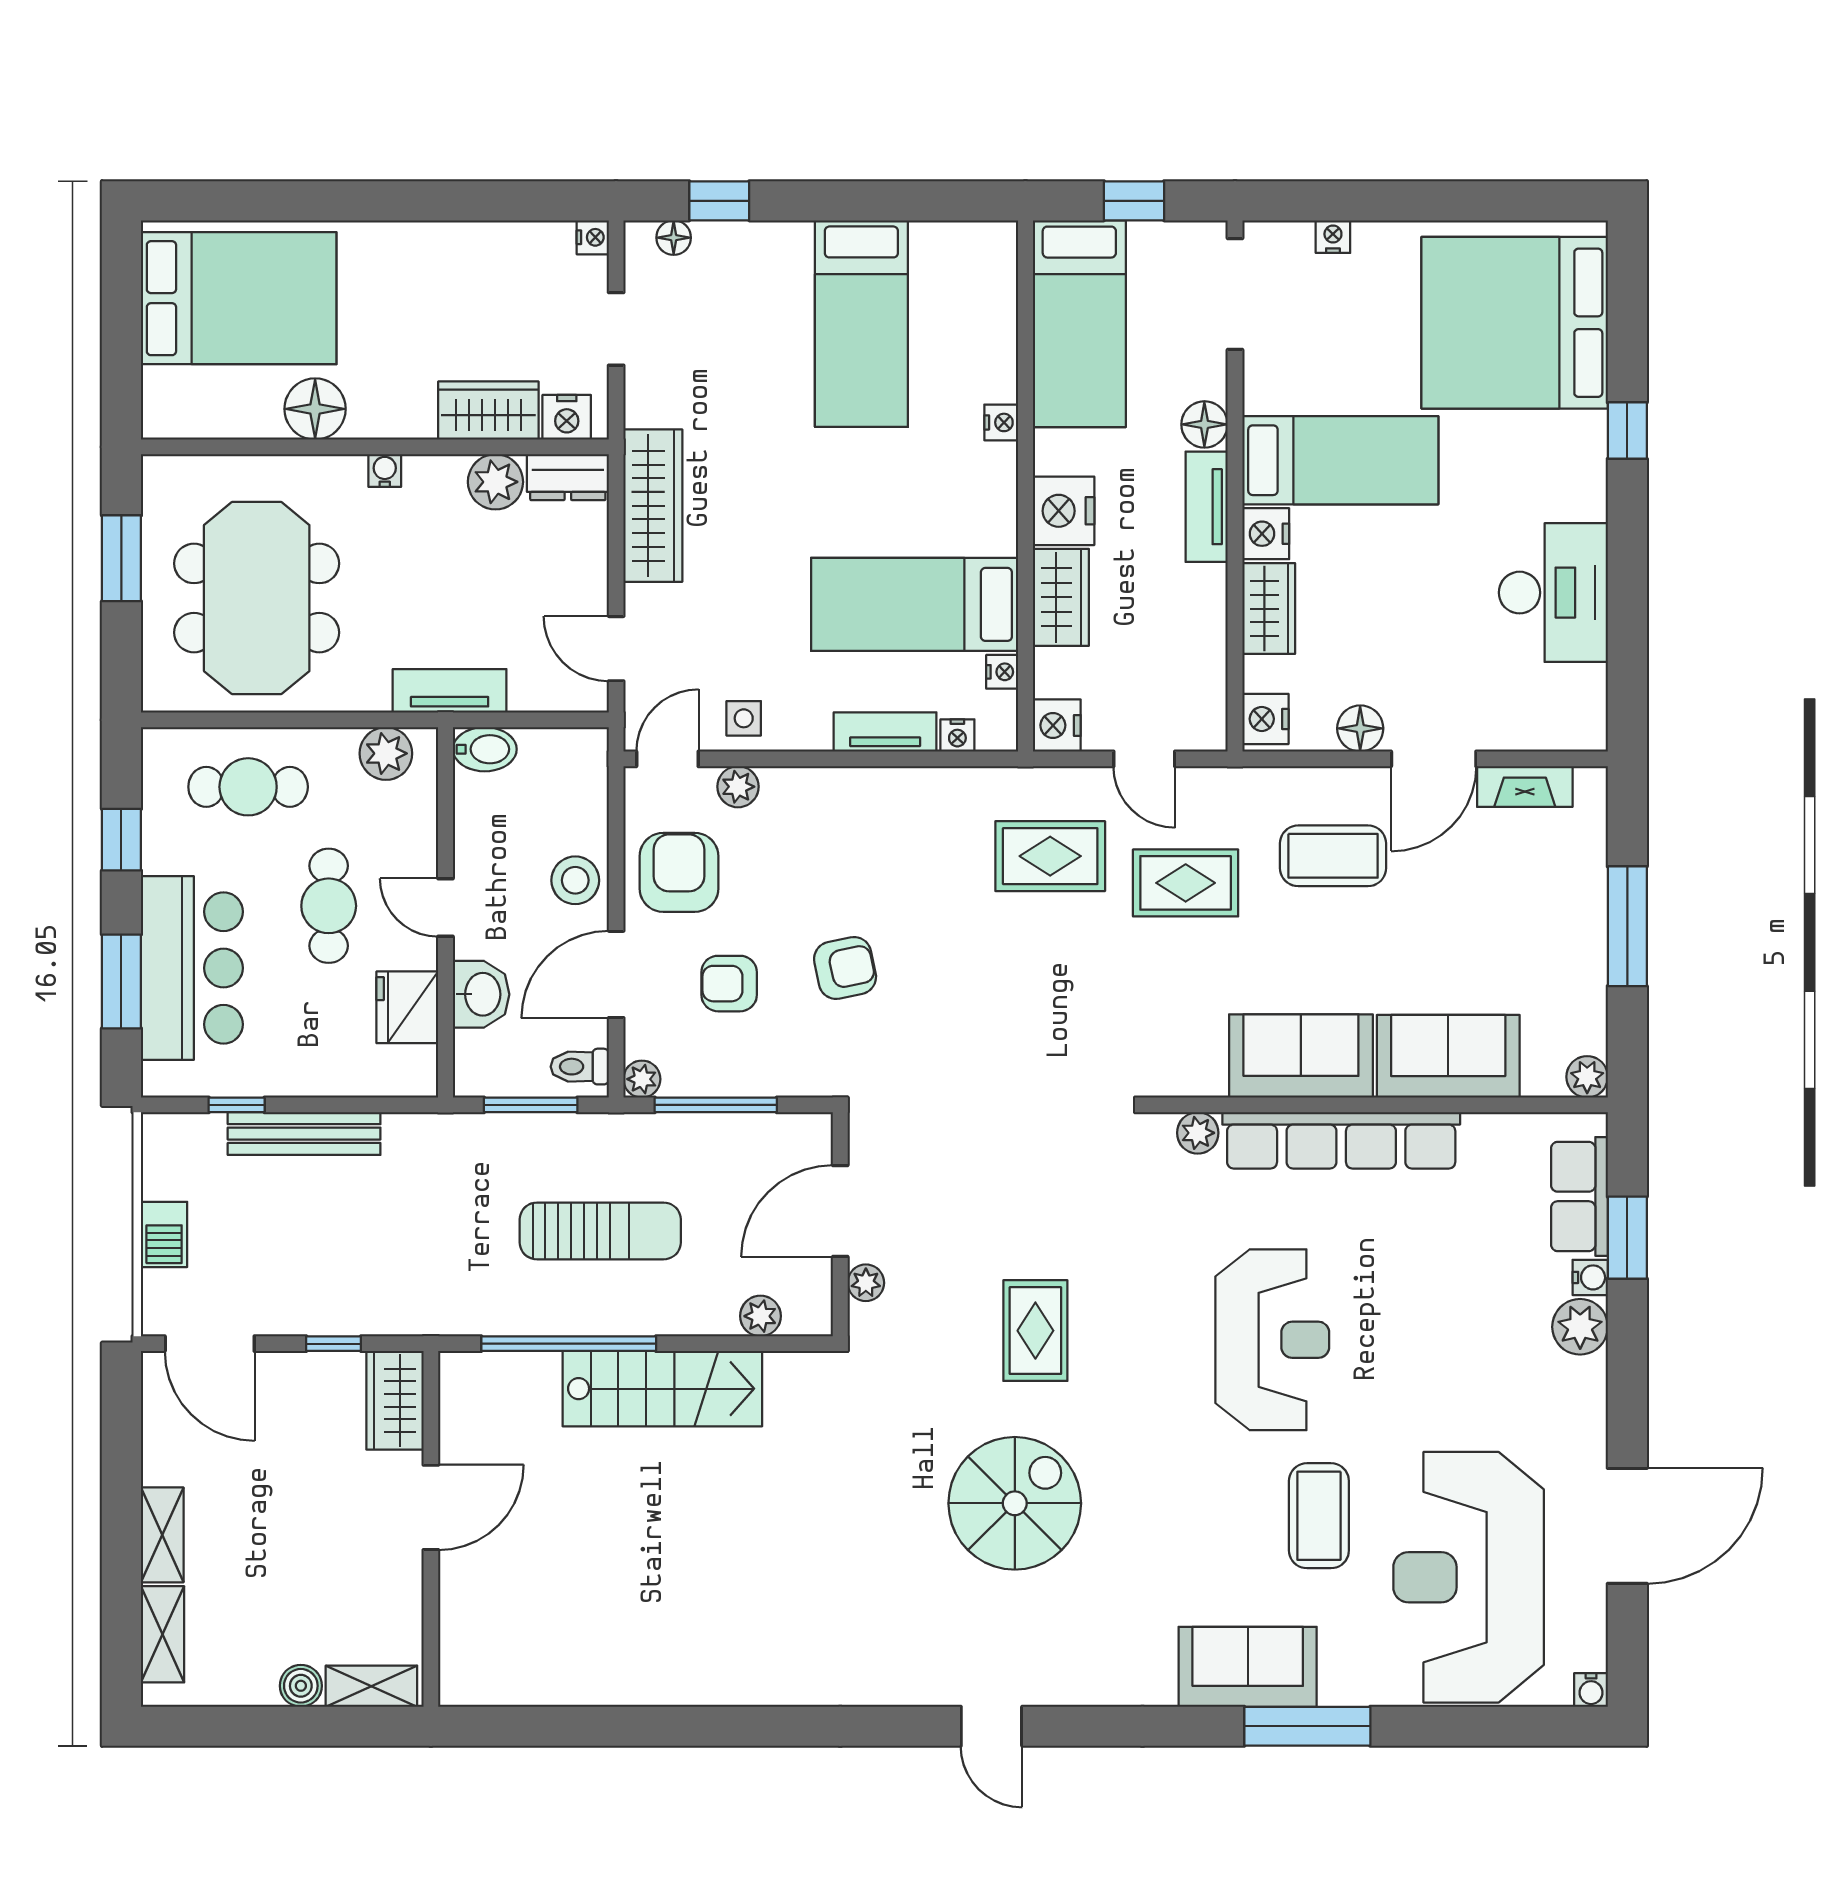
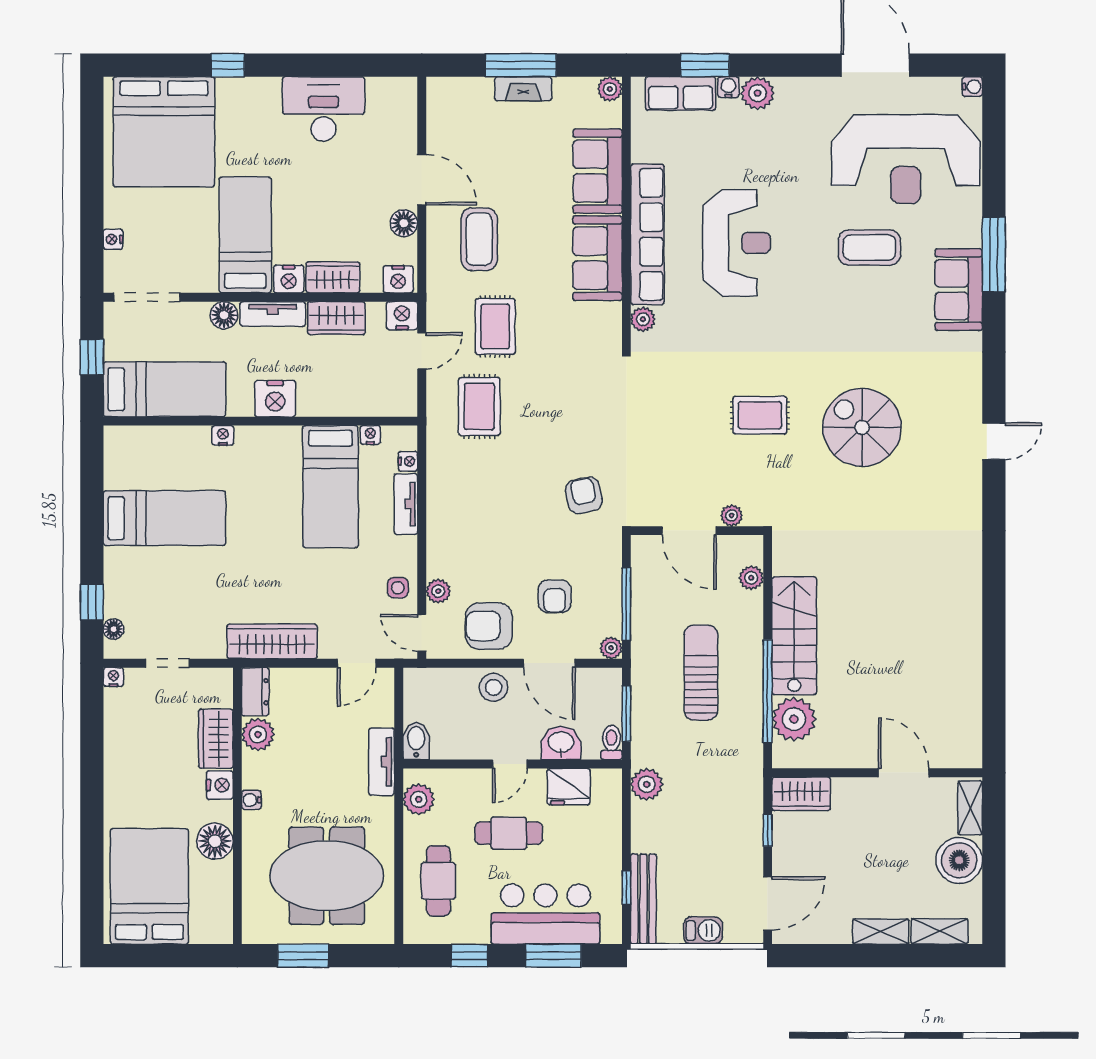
nightstand: (567, 417) -> (220, 785), moved
wardrobe: (1061, 597) -> (336, 318), moved, turned 180
nightstand: (1057, 725) -> (402, 316), moved, turned 180
fireplace: (1525, 787) -> (523, 89), moved, turned 90
armchair: (845, 968) -> (584, 495), moved
toilet: (580, 1067) -> (612, 743), moved, turned 180
bench: (304, 1134) -> (643, 899), moved
plant: (411, 1139) -> (647, 784), added
reception desk: (1272, 1340) -> (737, 243), moved, turned 90
plant: (522, 1388) -> (794, 719), added
door: (431, 1507) -> (904, 773), moved
boiler: (301, 1686) -> (959, 860), width x1.86, depth x1.86

